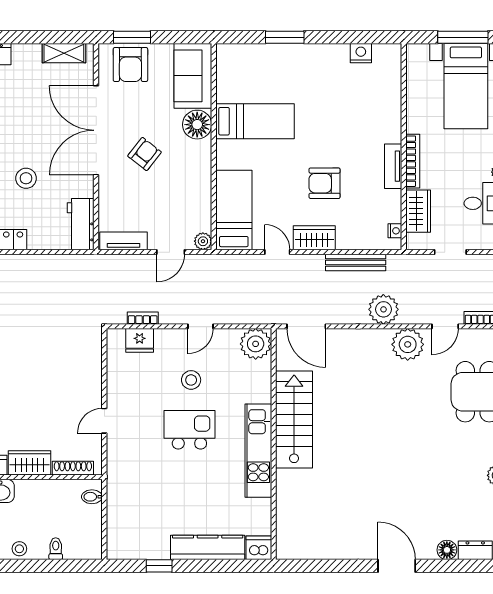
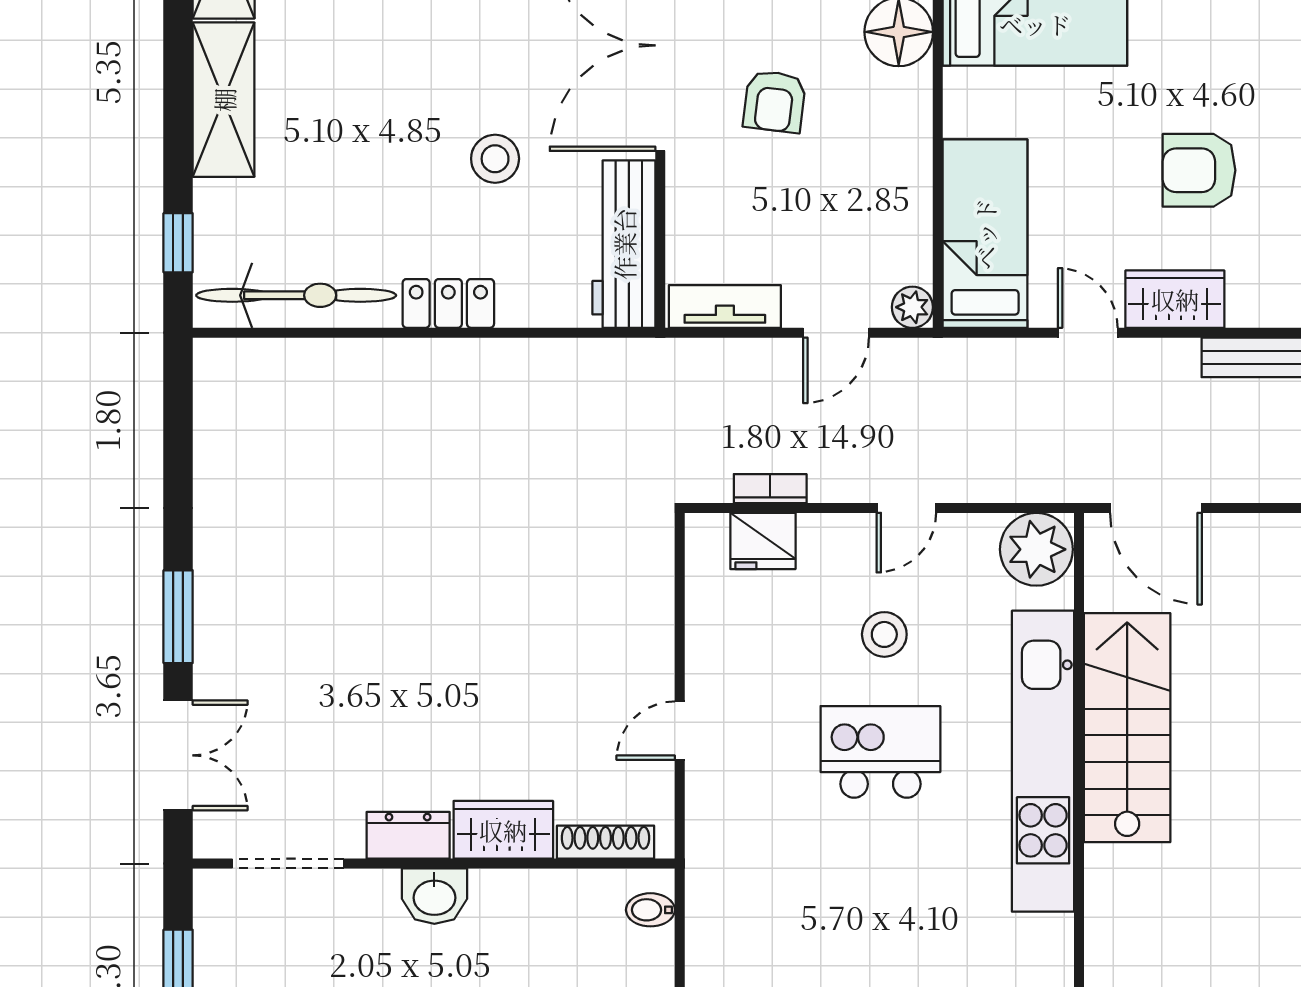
armchair: (145, 154) -> (775, 101), turned 149
workbench: (81, 224) -> (624, 244), width x1.38
kitchen unit: (258, 451) -> (1043, 761), width x1.36

